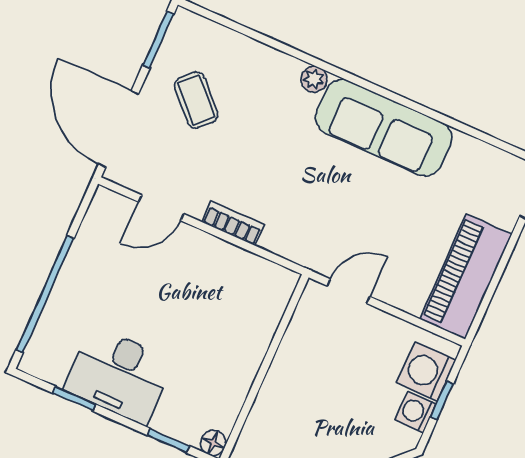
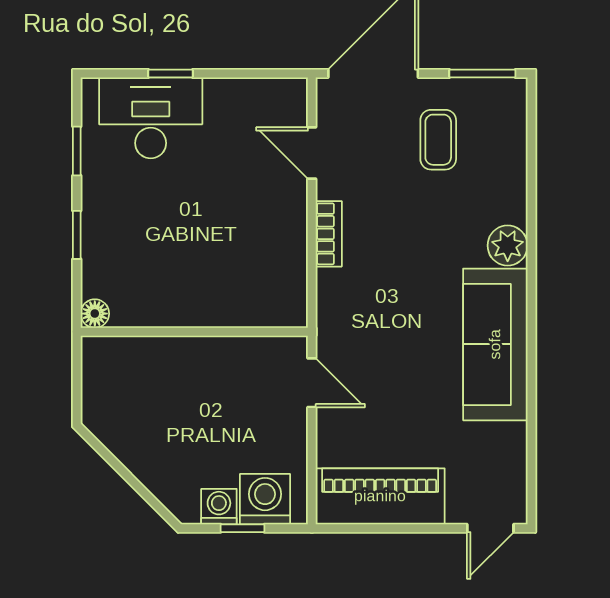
plant: (314, 79) -> (508, 246), width x1.38, depth x1.38
coffee table: (196, 100) -> (438, 140), turned -46
window: (45, 294) -> (170, 73), width x0.32
desk: (119, 375) -> (151, 118), moved, turned 90
window: (169, 441) -> (77, 235), moved

